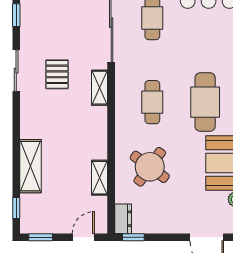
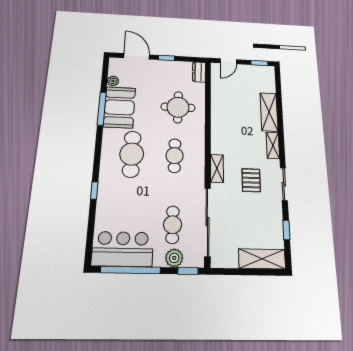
round table: (150, 167) -> (178, 107), turned -36
shelving: (100, 178) -> (273, 145), moved
window: (16, 208) -> (278, 83), removed
window: (133, 237) -> (166, 58), moved

